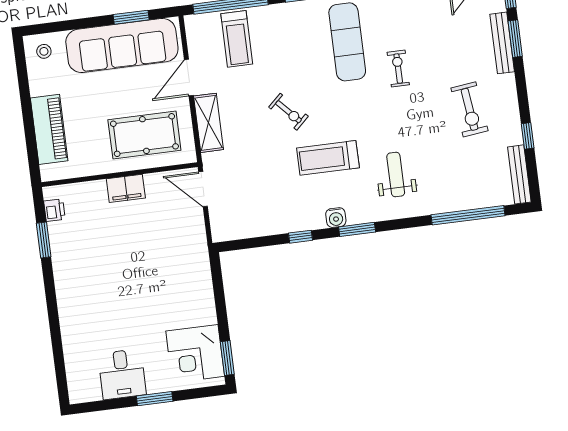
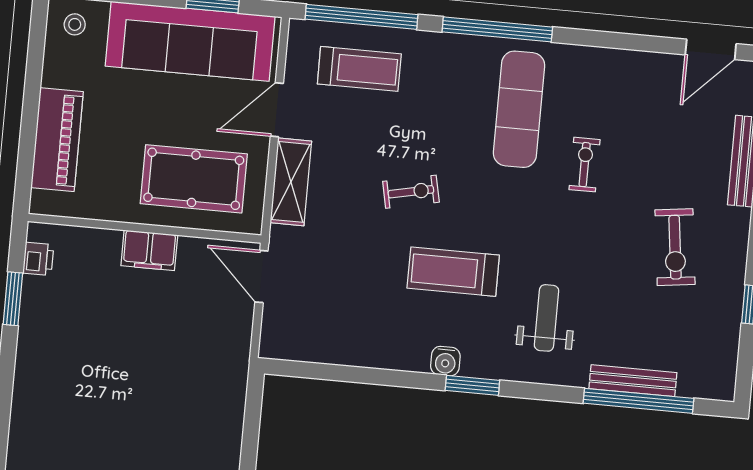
treadmill: (237, 39) -> (359, 69), turned -90
exercise bike: (289, 112) -> (411, 192), turned -59
bench: (519, 174) -> (633, 381), moved, turned 90
window: (301, 237) -> (388, 378), removed

